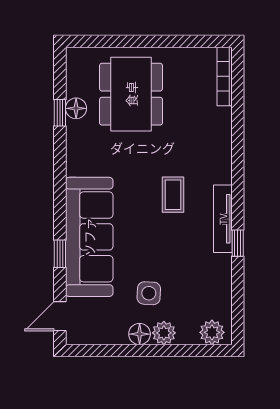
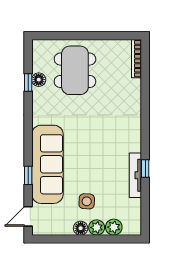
coffee table: (173, 195) -> (103, 136), removed
tv unit: (223, 219) -> (135, 175), moved
plant: (212, 332) -> (114, 227), moved

